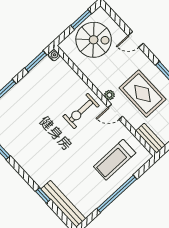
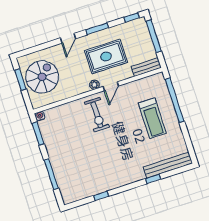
door: (136, 39) -> (68, 38), moved
treadmill: (115, 160) -> (152, 118), moved
window: (117, 194) -> (175, 100), moved

